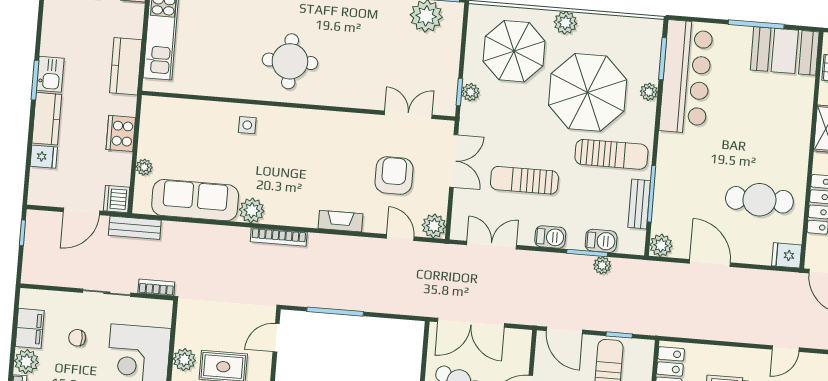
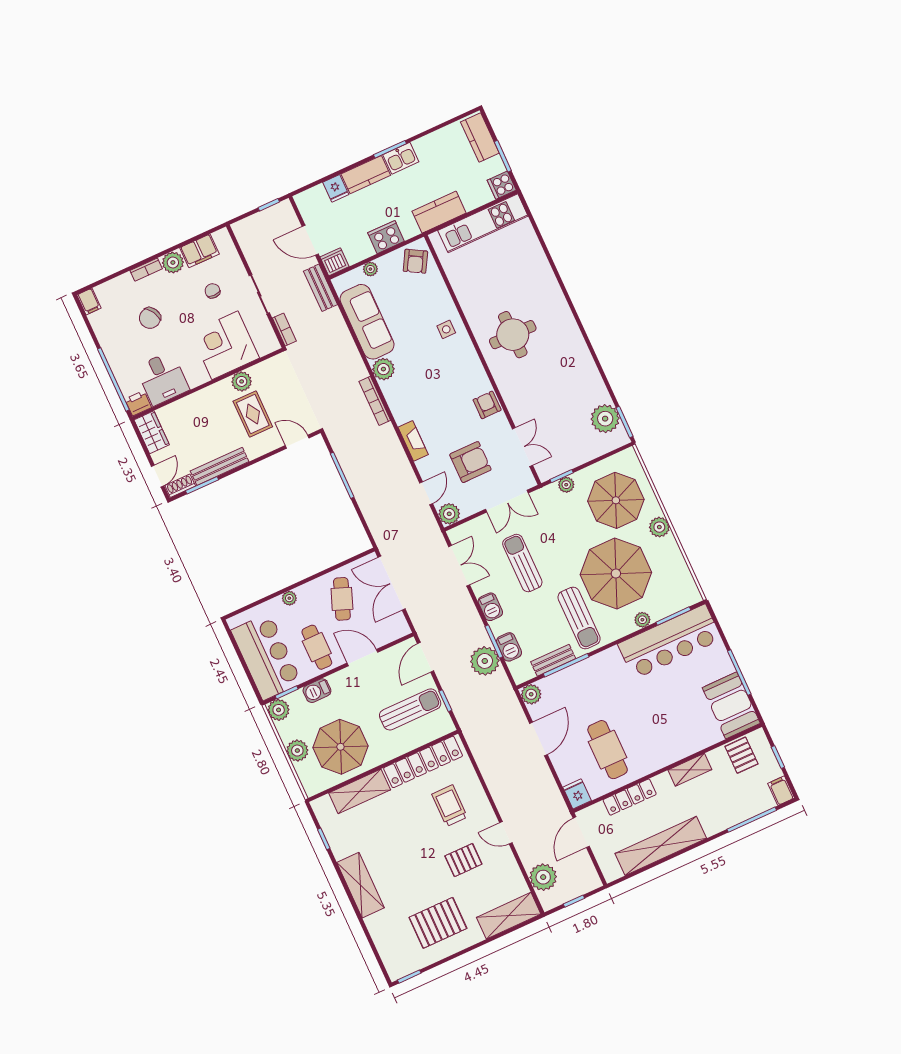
armchair: (162, 118) -> (415, 261), added
armchair: (346, 127) -> (487, 405), added
plant: (602, 265) -> (485, 661), width x1.87, depth x1.87

